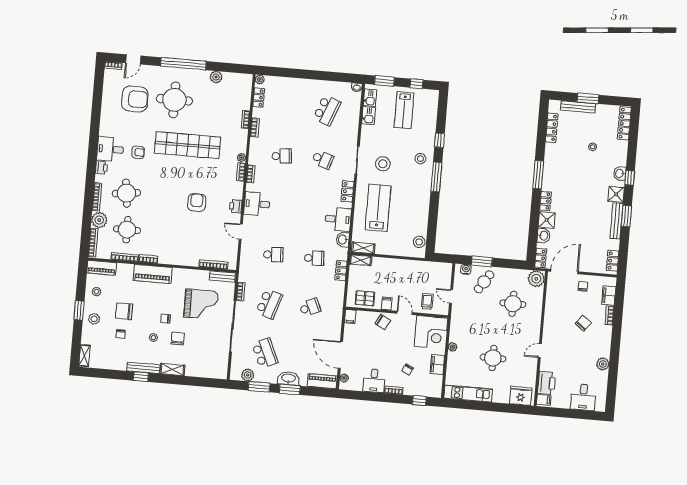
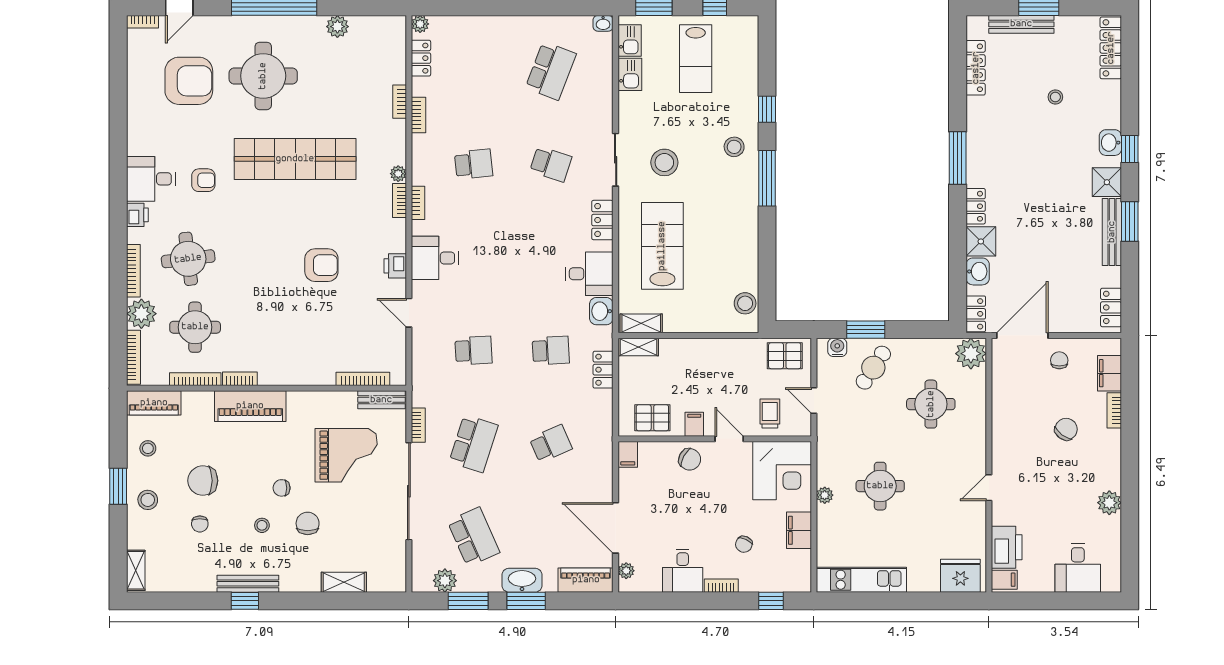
armchair: (197, 203) -> (321, 265), turned 90
pallet: (438, 271) -> (785, 356), added
round table: (493, 358) -> (880, 486), moved
shelving: (172, 370) -> (344, 582), moved

